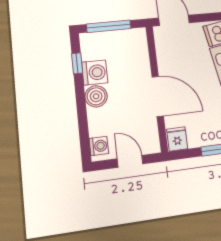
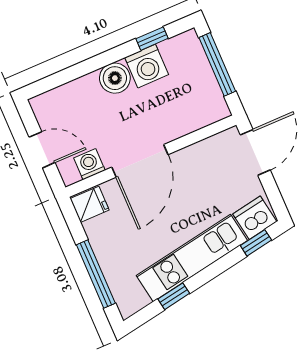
washing machine: (99, 146) -> (89, 164), moved, turned 180
door: (130, 161) -> (42, 150), hinge flipped

